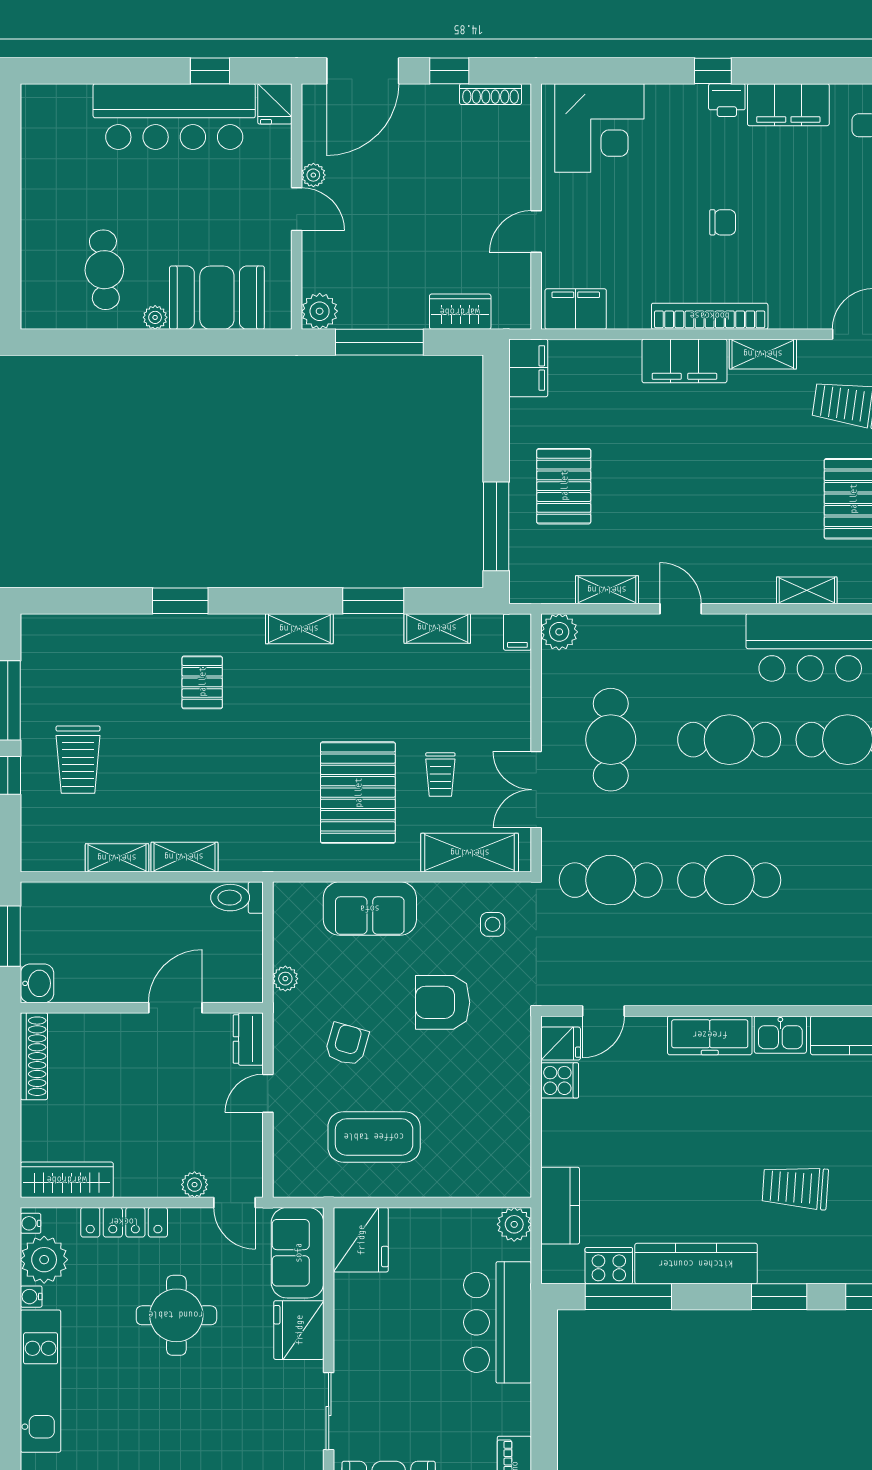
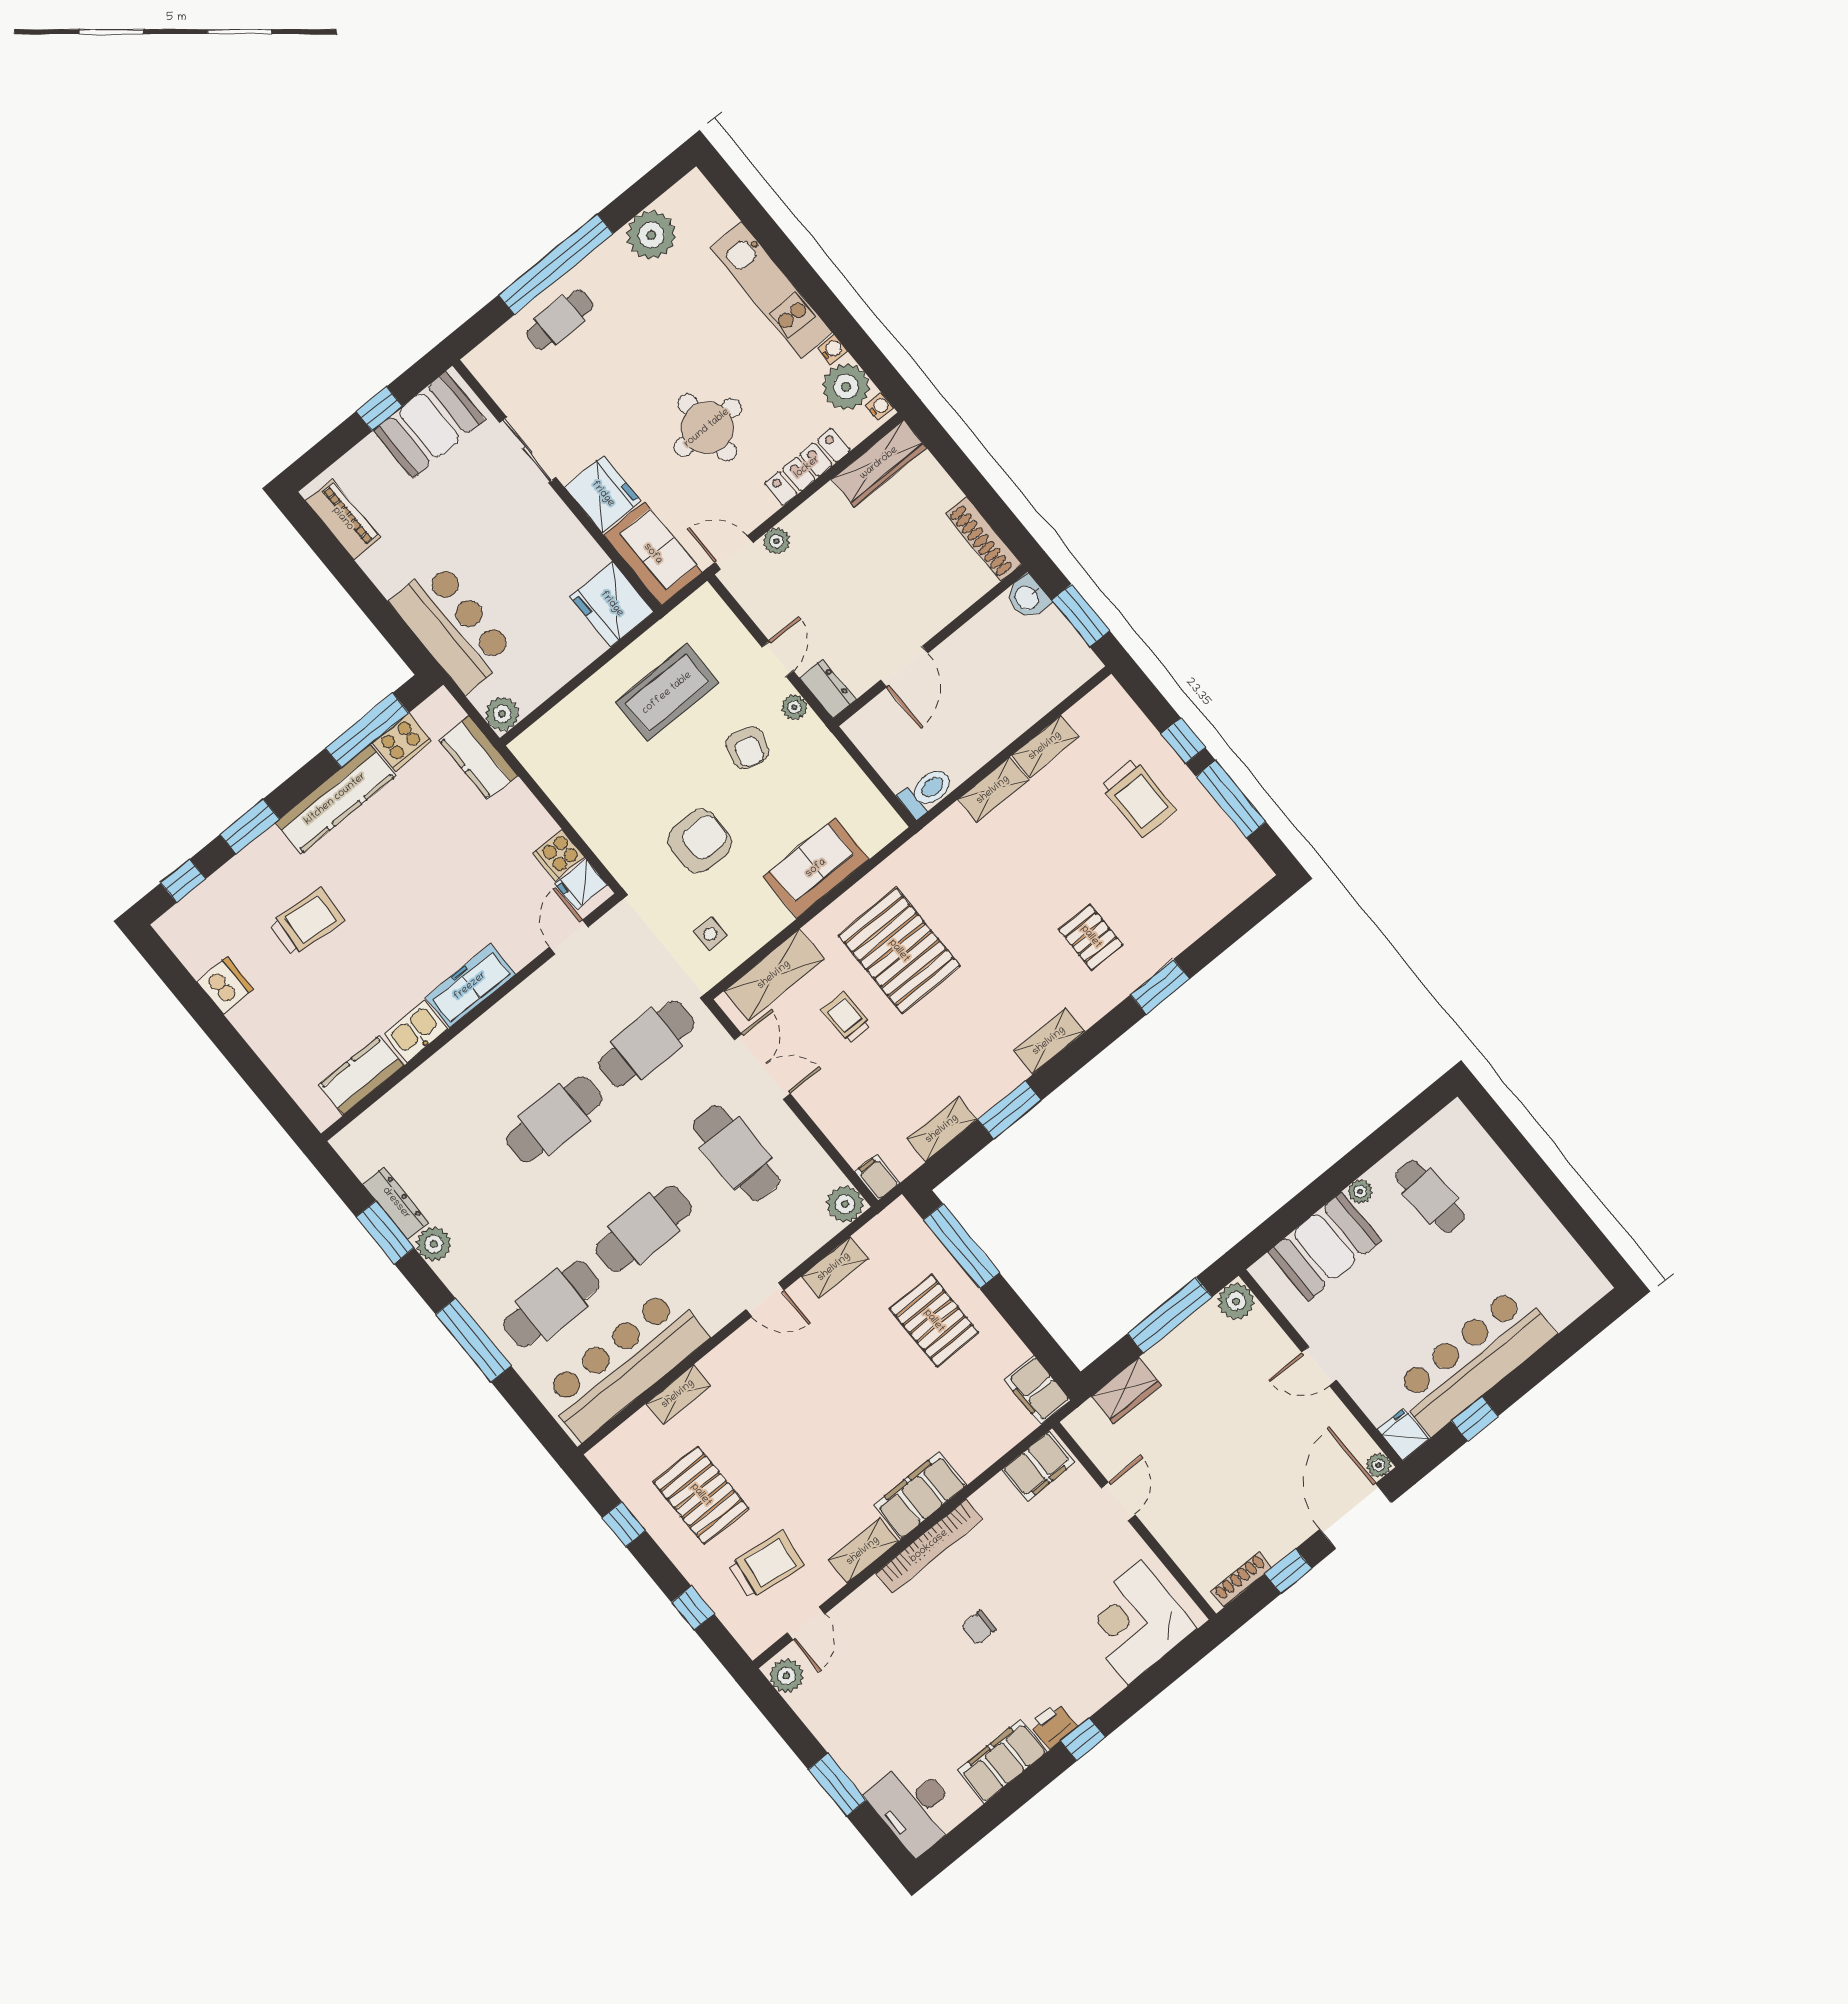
plant: (313, 175) -> (1378, 1465), moved
trolley: (78, 760) -> (1138, 798), turned 180
plant: (285, 979) -> (794, 707), moved

